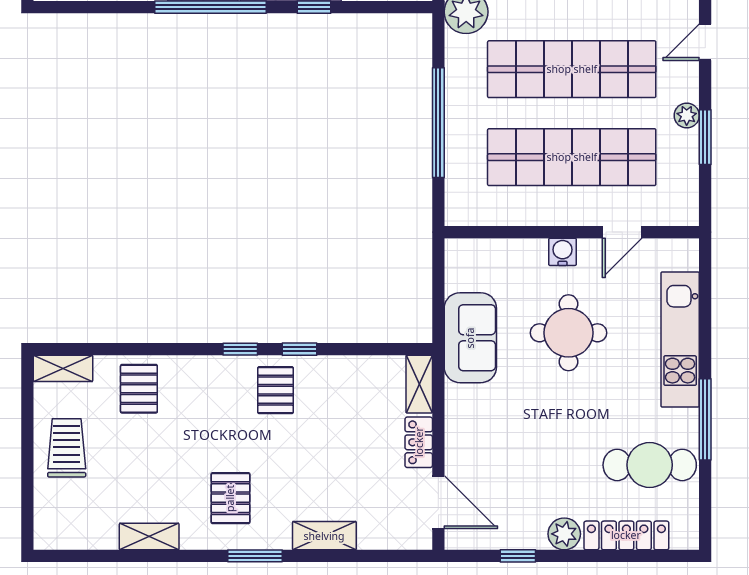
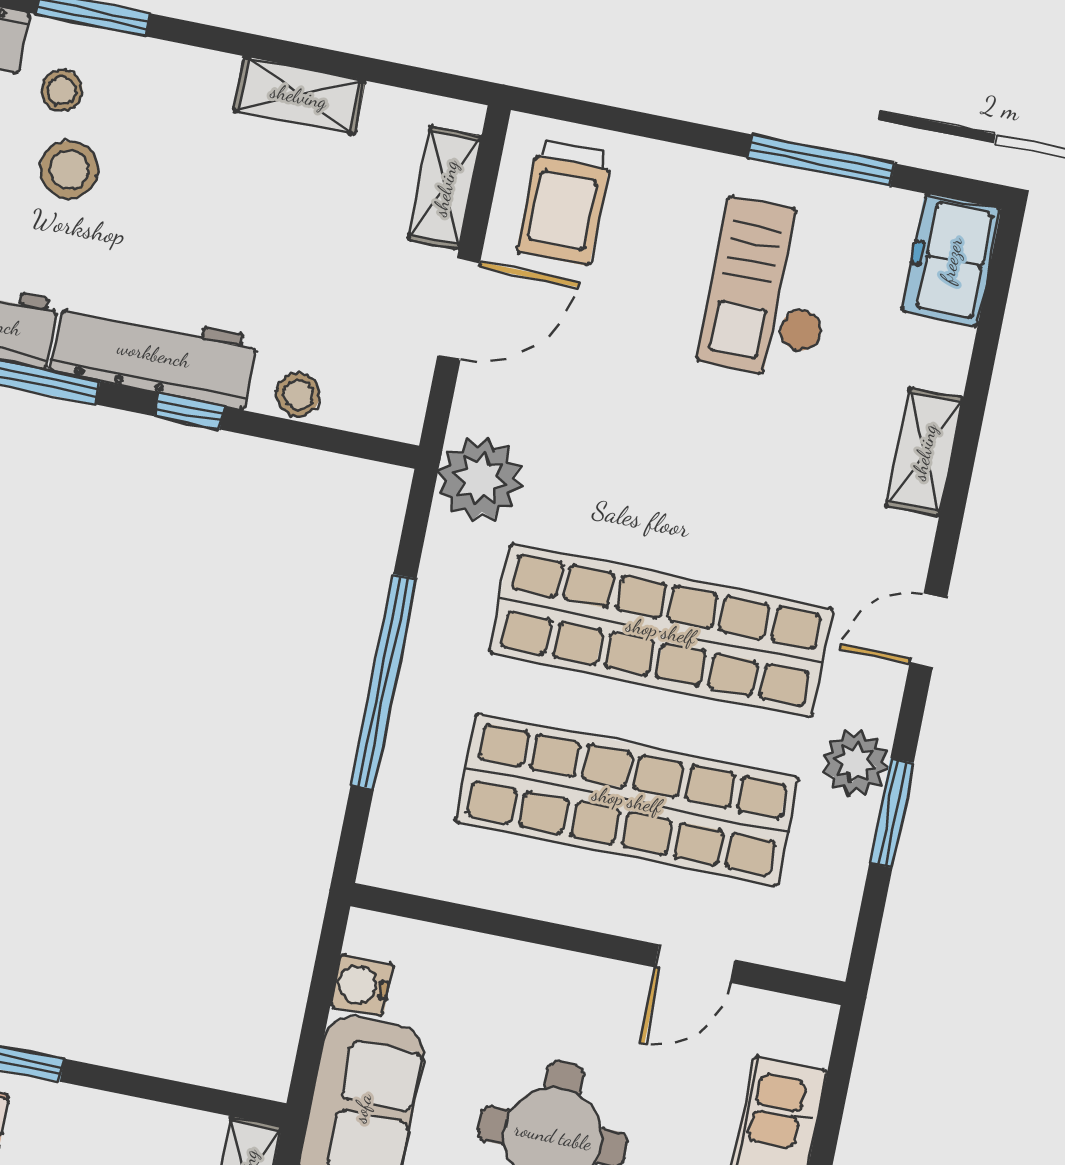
plant: (687, 116) -> (855, 763), width x1.38, depth x1.38
water cooler: (563, 252) -> (362, 985), moved, turned -90

